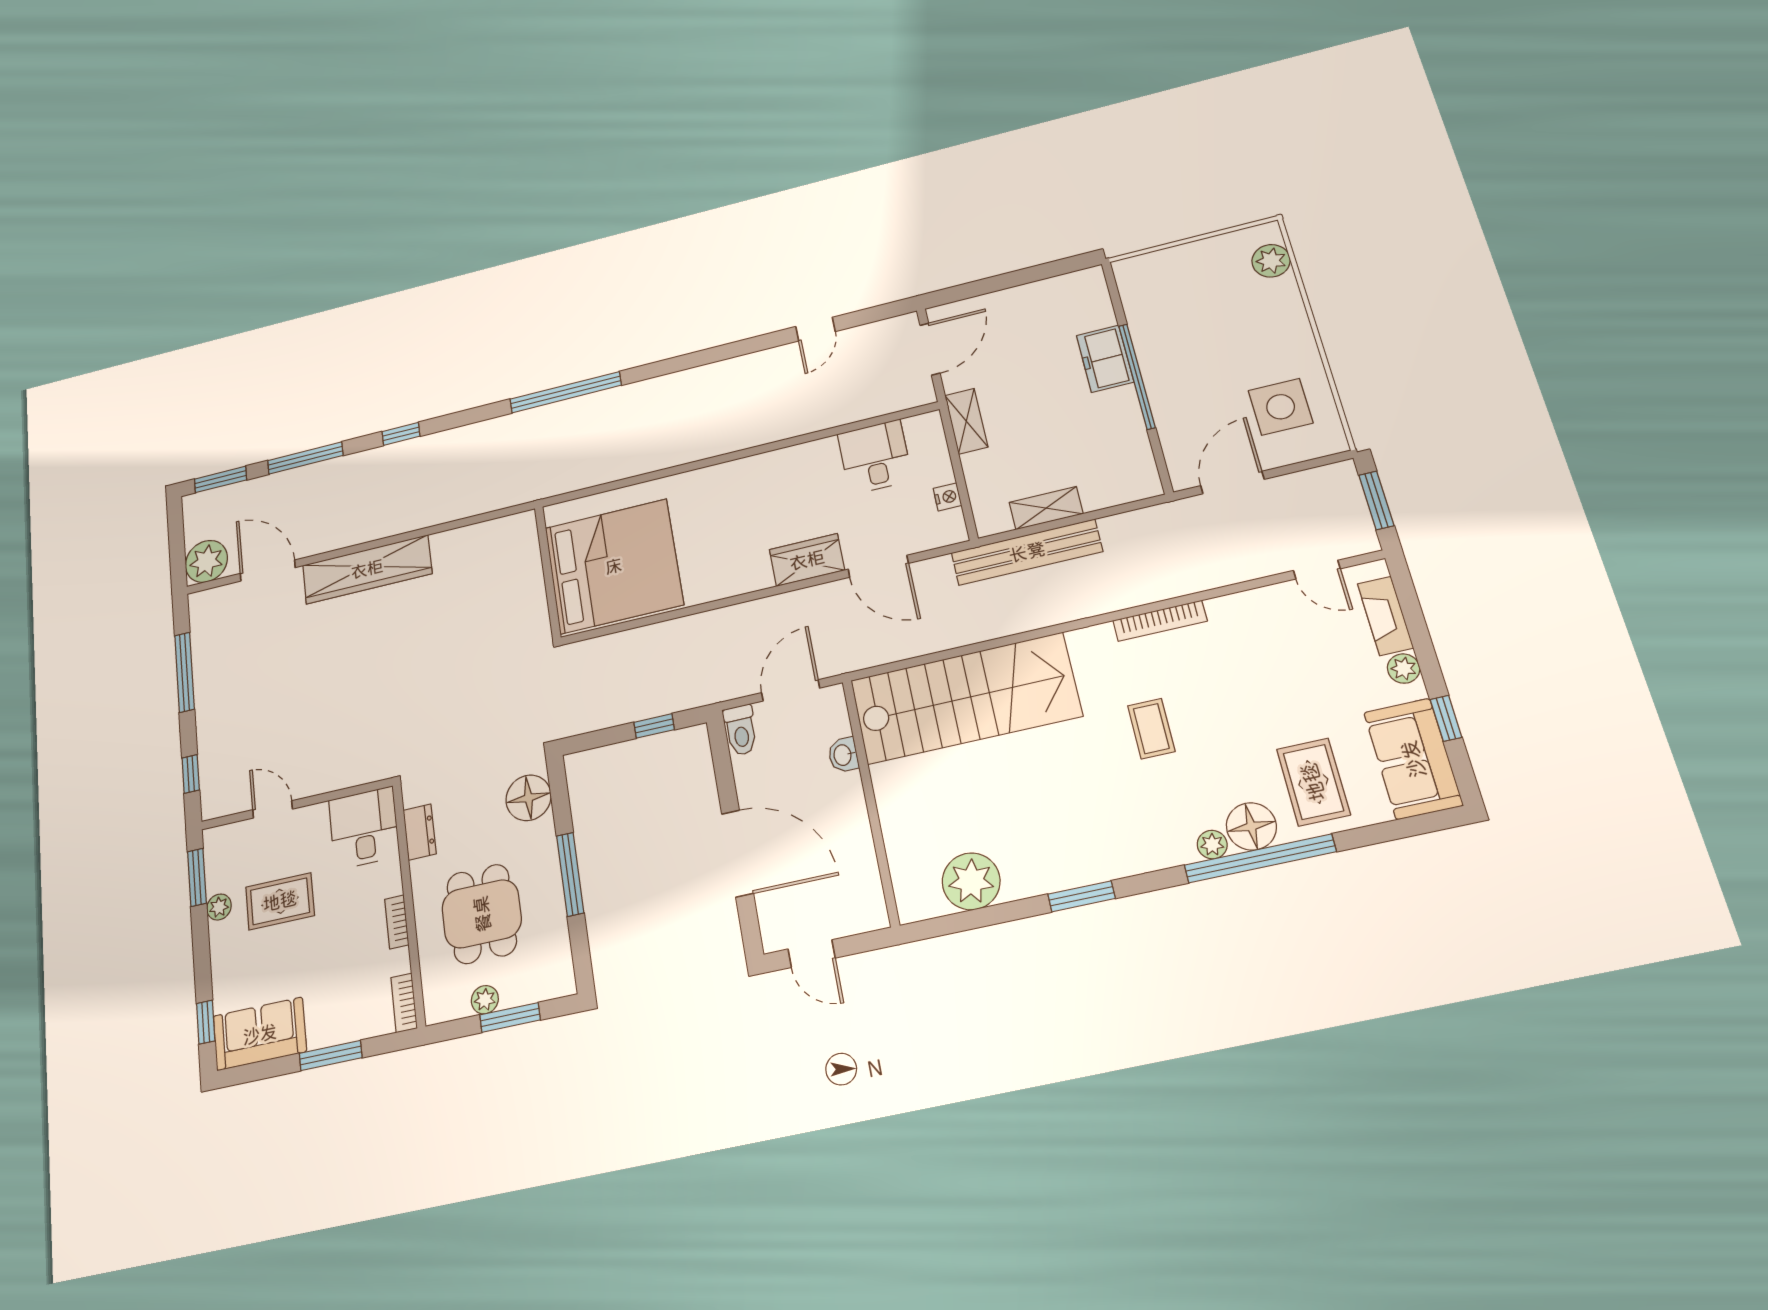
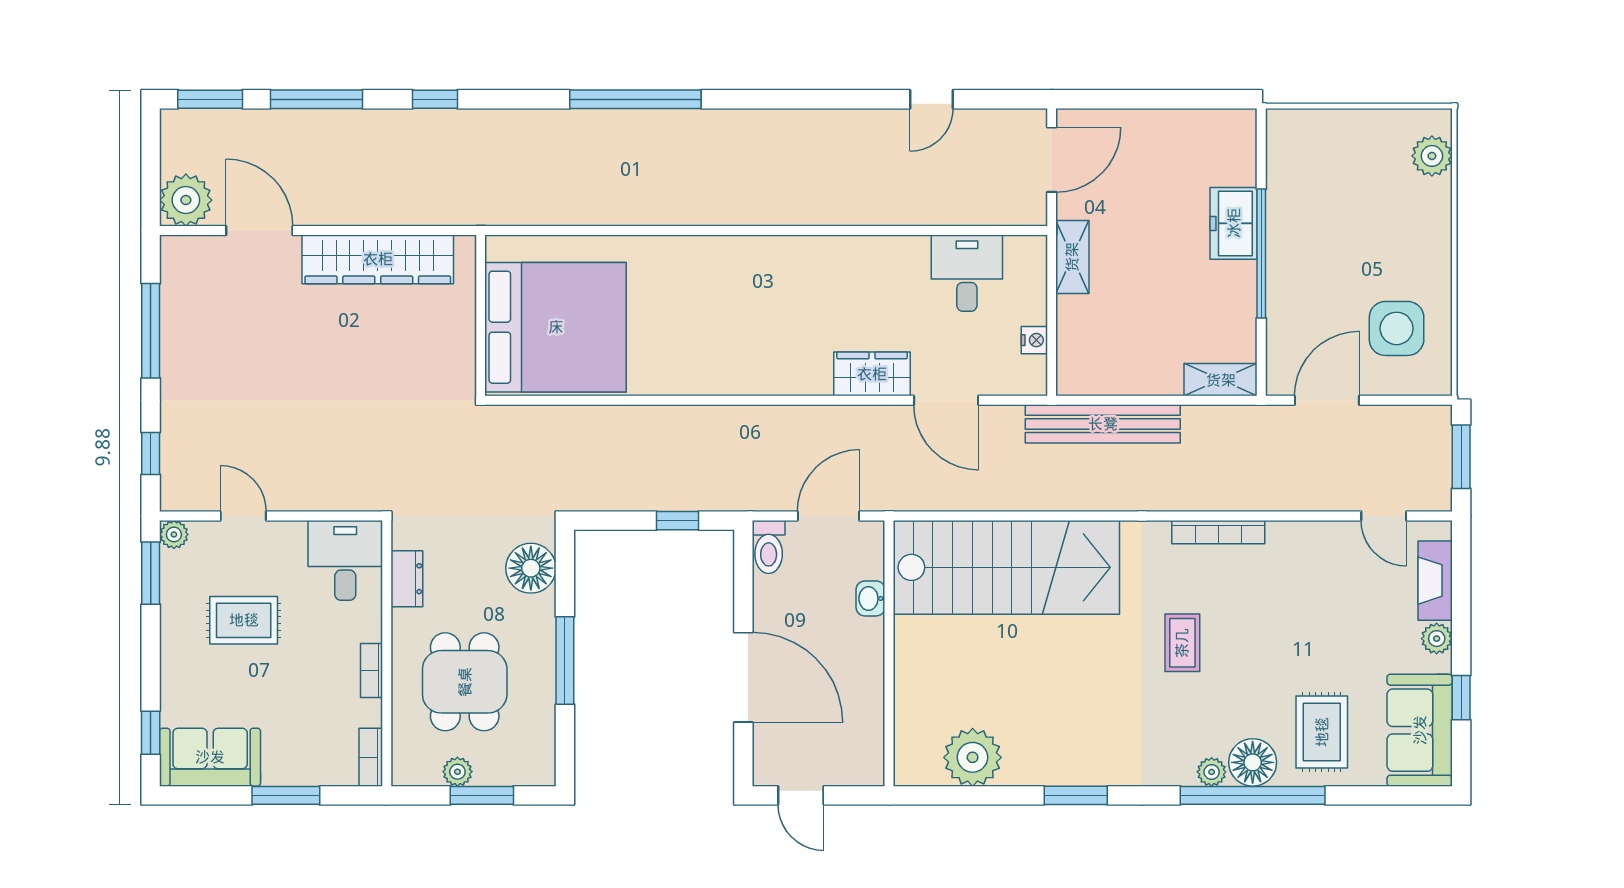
shelving: (1046, 508) -> (1221, 380), moved
bed: (614, 566) -> (556, 327), moved
wall: (548, 572) -> (481, 315), moved
plant: (219, 907) -> (174, 534), moved

